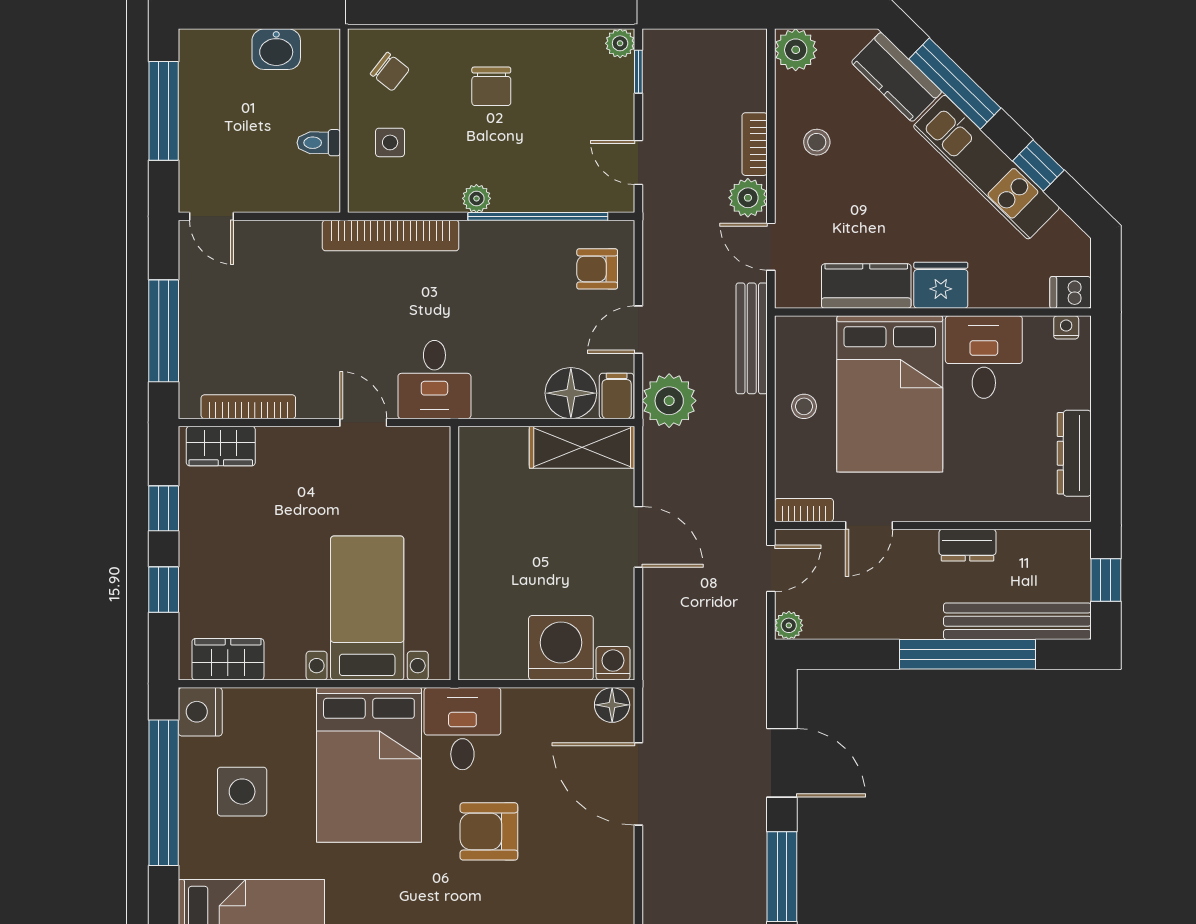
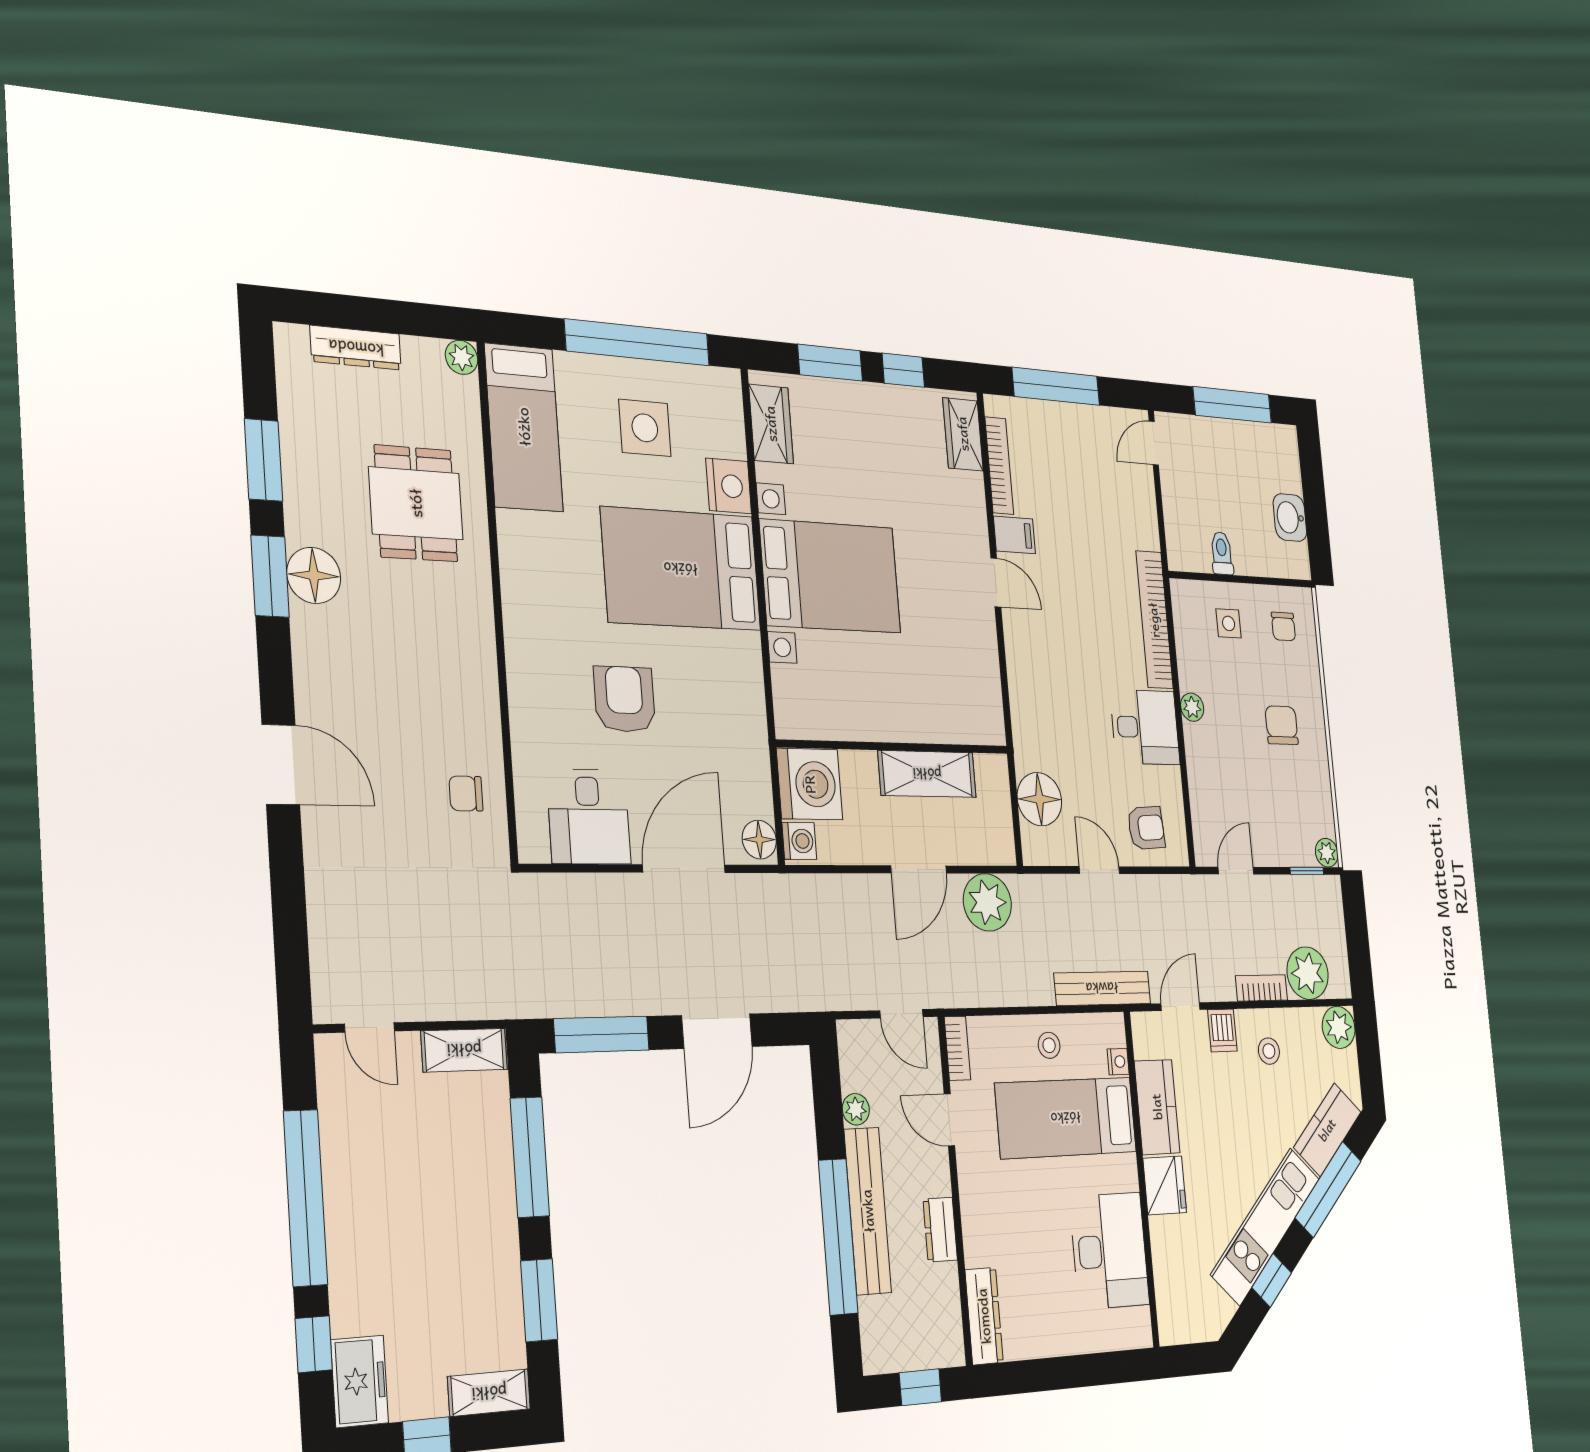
chair: (390, 72) -> (1283, 626), turned -38
chair: (491, 86) -> (1282, 725), turned 90
plant: (748, 198) -> (1308, 973), moved, width x1.36, depth x1.36
window: (538, 216) -> (1183, 768), removed
armchair: (597, 269) -> (1146, 828), turned 86
dishwasher: (1071, 292) -> (1222, 1030), moved, turned 180
nightstand: (1066, 327) -> (1118, 1062), moved
desk: (984, 357) -> (1109, 1251), width x1.37
desk: (434, 380) -> (1145, 727), moved, turned 180
bed: (890, 394) -> (1066, 1118), width x0.67
filing cabinet: (617, 396) -> (1014, 535), moved
plant: (669, 401) -> (987, 902), moved
door: (363, 422) -> (996, 583), hinge flipped
shelving: (582, 447) -> (927, 774), moved, turned 90
dresser: (1074, 453) -> (984, 1316), moved, turned 90
wall: (454, 553) -> (894, 747), moved
window: (164, 590) -> (830, 363), width x1.50
bed with nightstands: (367, 608) -> (830, 576), width x1.36
bench: (1017, 621) -> (868, 1211), moved
plant: (789, 625) -> (856, 1109), moved
nightstand: (200, 712) -> (729, 486), moved, turned 90
desk: (462, 729) -> (589, 817), moved, turned 90

